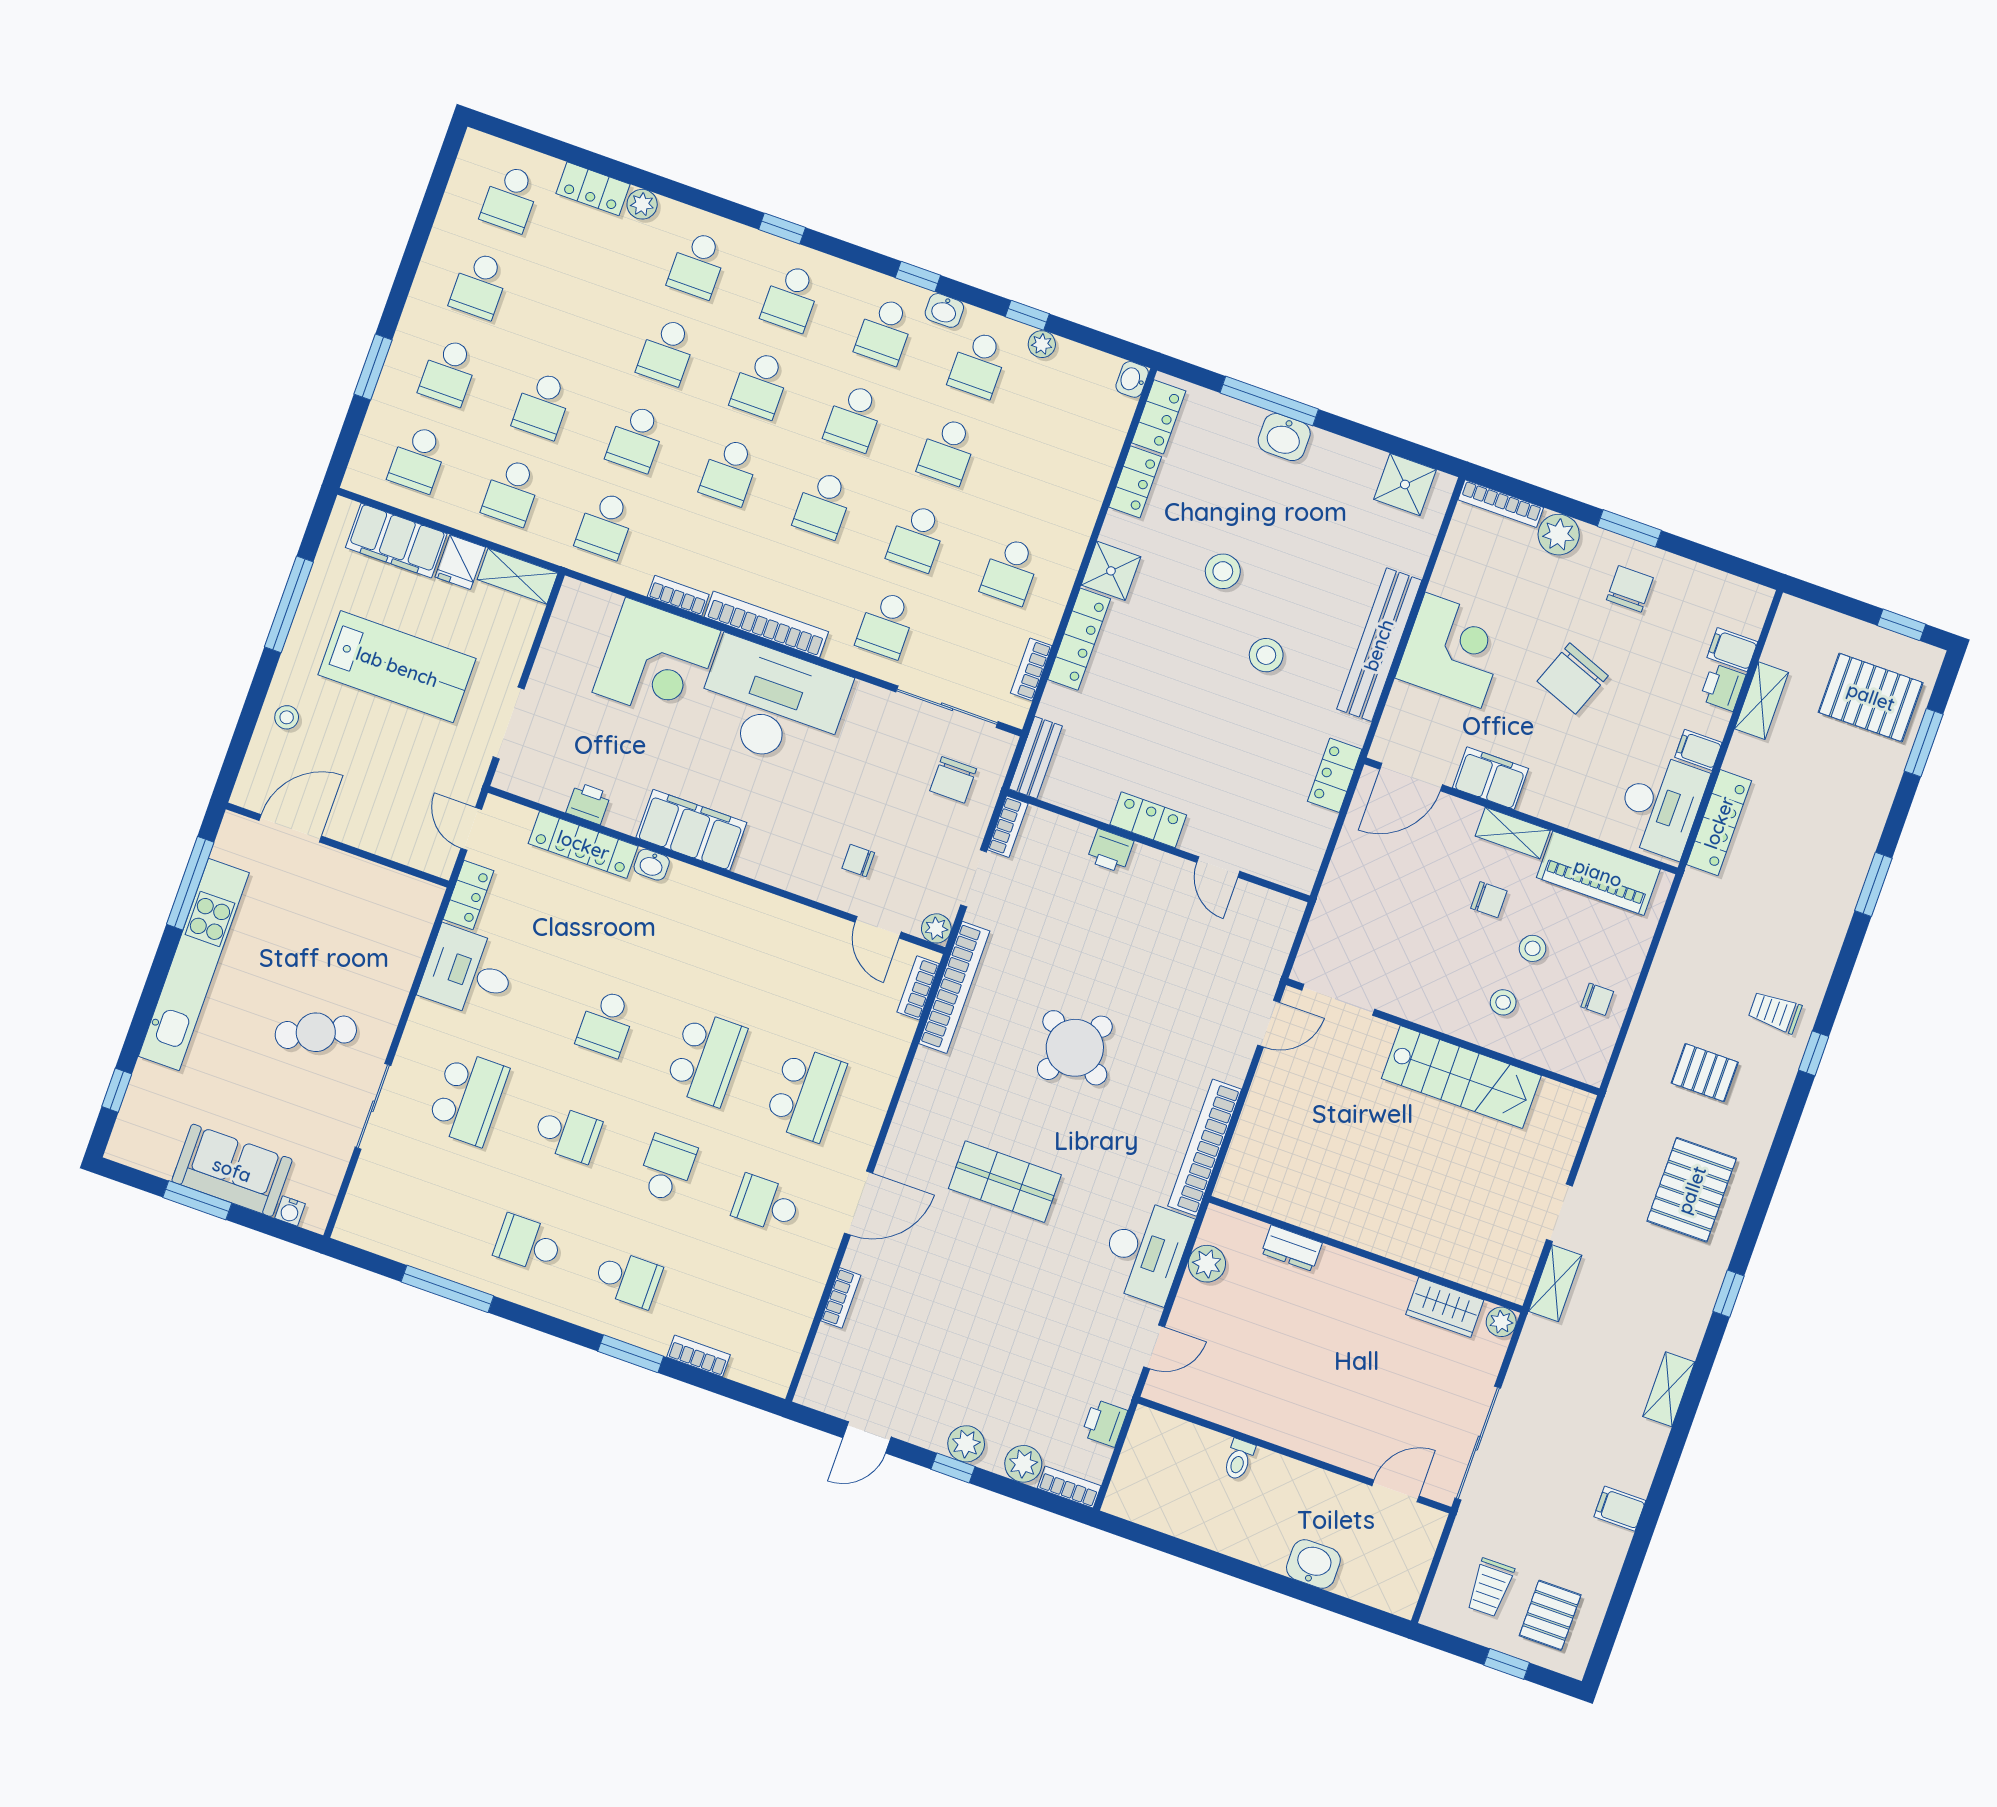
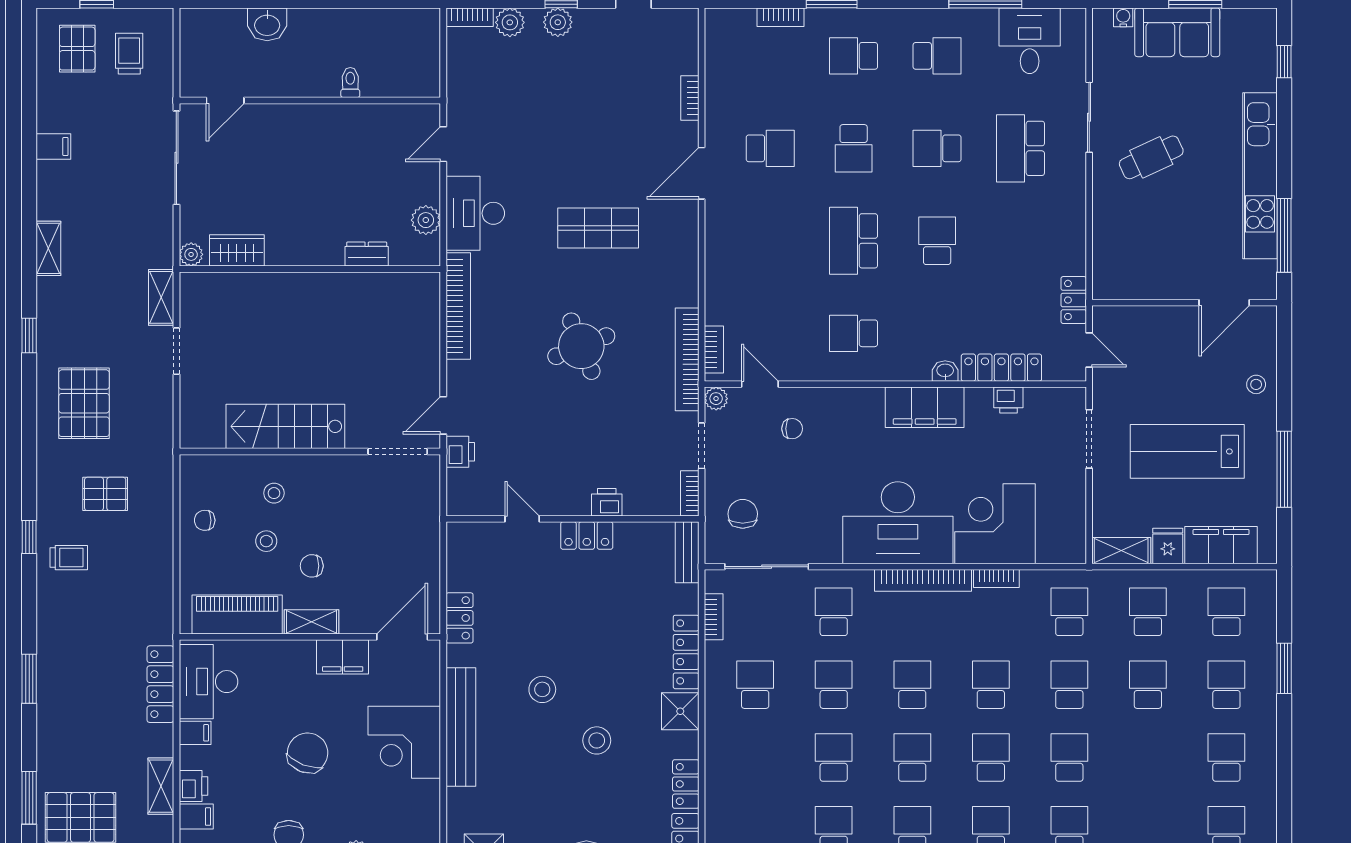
desk: (468, 972) -> (1030, 41), moved, turned -90
round table: (1075, 1048) -> (581, 346), turned 36
school desk: (805, 1094) -> (854, 333), moved, width x0.54
printer: (1104, 1423) -> (460, 452), moved

